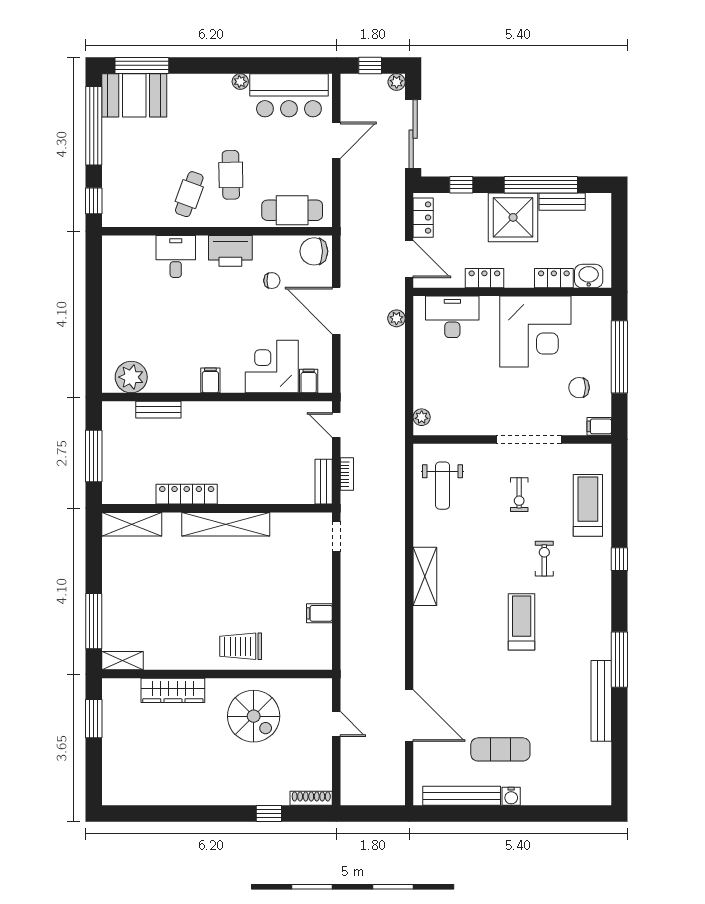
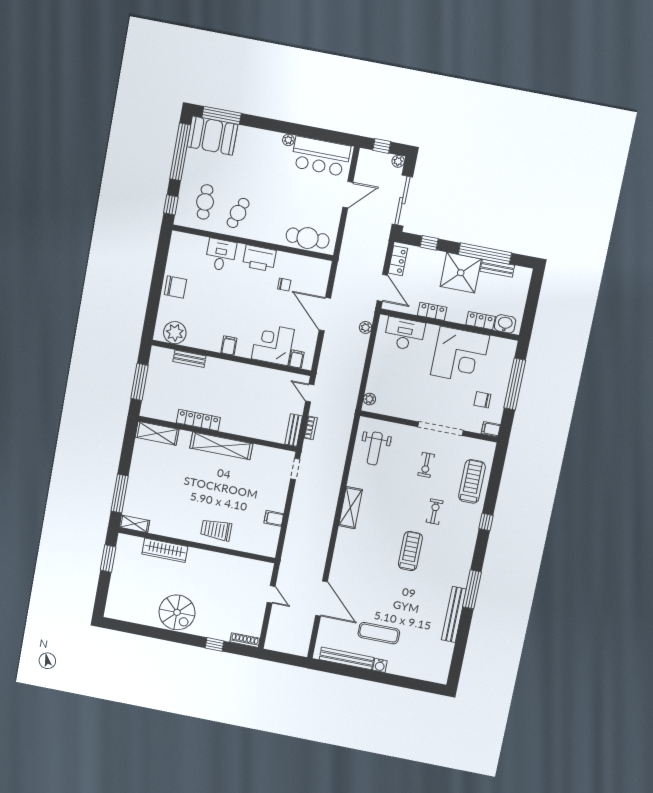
cafe table: (231, 175) -> (205, 202), moved
chair: (314, 251) -> (175, 287), moved, turned 180
spiral stairs: (254, 716) -> (177, 612), moved

